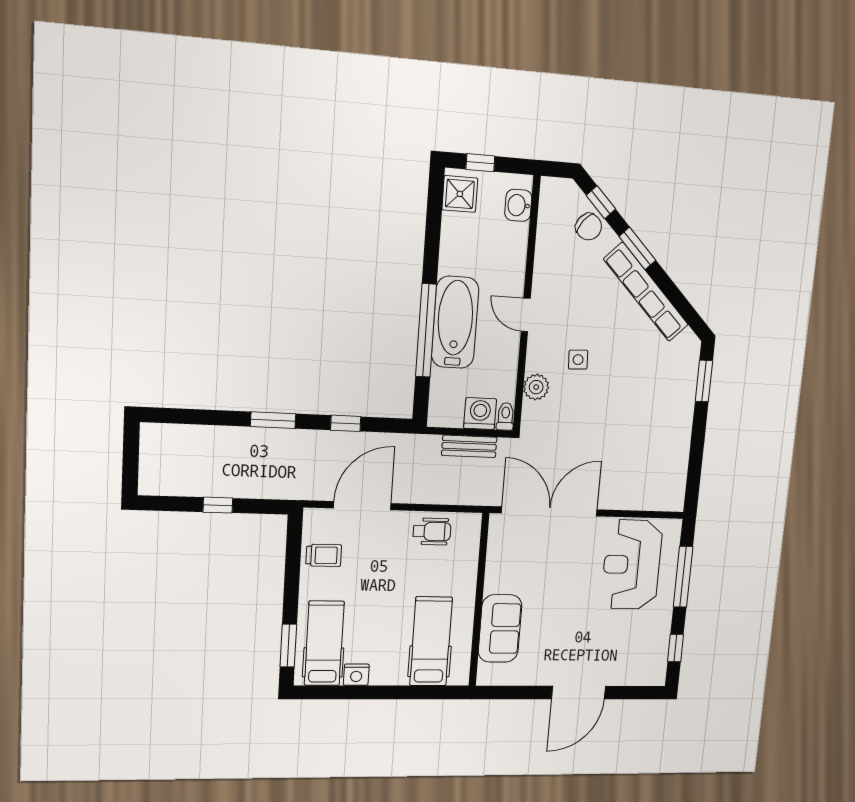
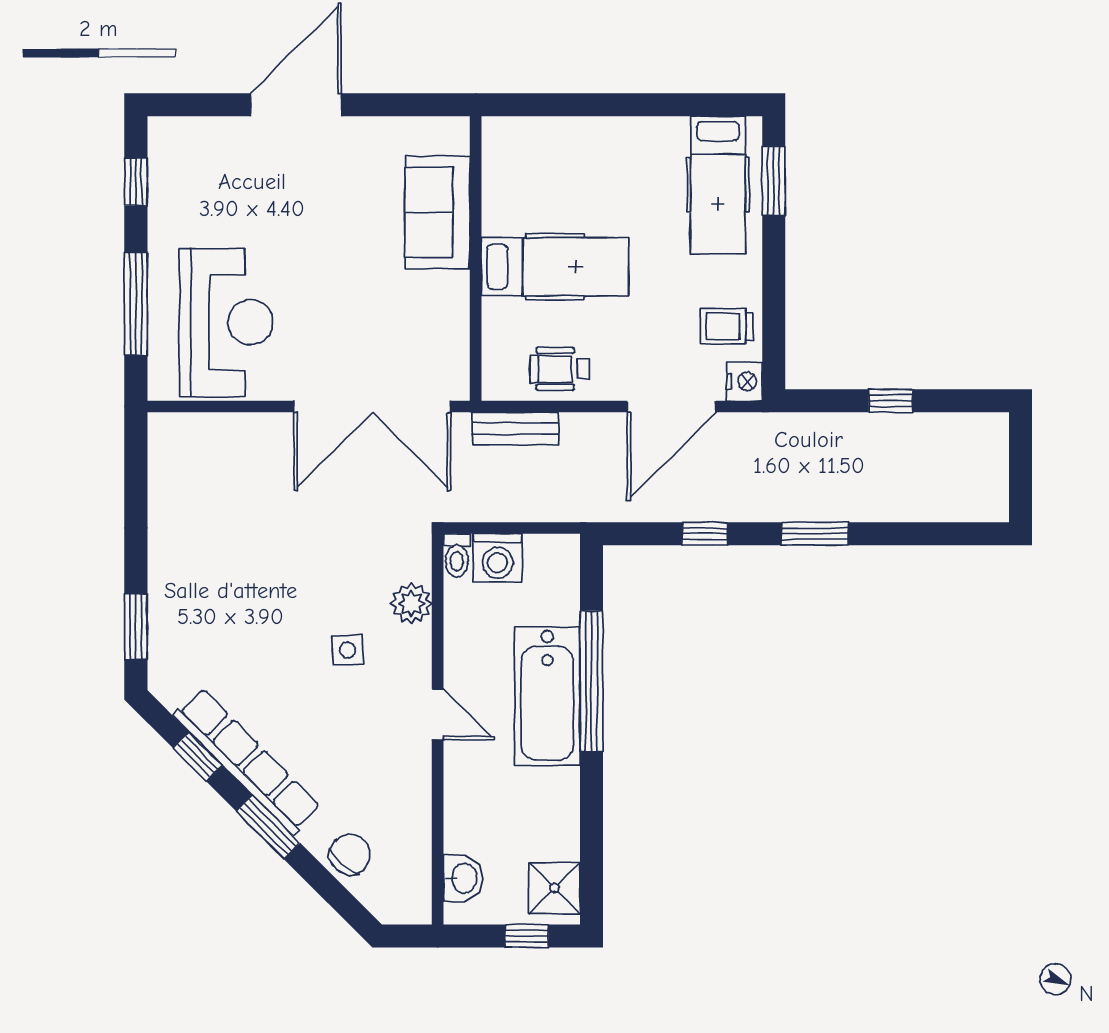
window: (601, 202) -> (198, 757), moved
chair: (589, 227) -> (350, 855), turned 92
bench: (469, 446) -> (515, 429), moved
hospital bed: (431, 641) -> (555, 267), moved, turned -90
nightstand: (356, 675) -> (744, 381), moved, turned 90

